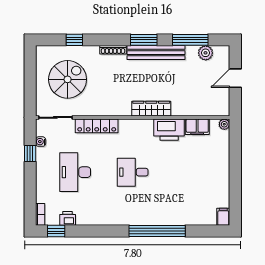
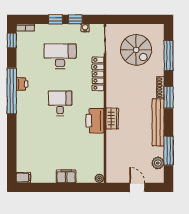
window: (74, 40) -> (169, 56), width x2.17
window: (144, 40) -> (169, 97), moved
wardrobe: (151, 109) -> (112, 118), width x0.67
filing cabinet: (197, 127) -> (66, 176), moved, turned 90
printer: (169, 130) -> (95, 121), moved
window: (30, 178) -> (55, 19), added
printer: (68, 218) -> (22, 84), moved
window: (157, 231) -> (12, 91), moved

